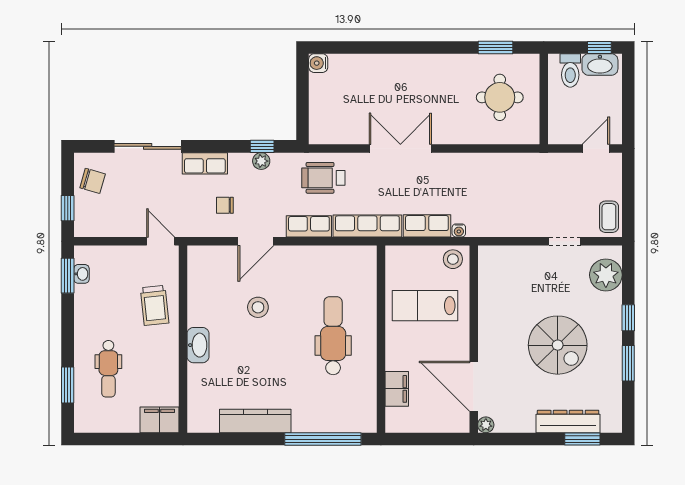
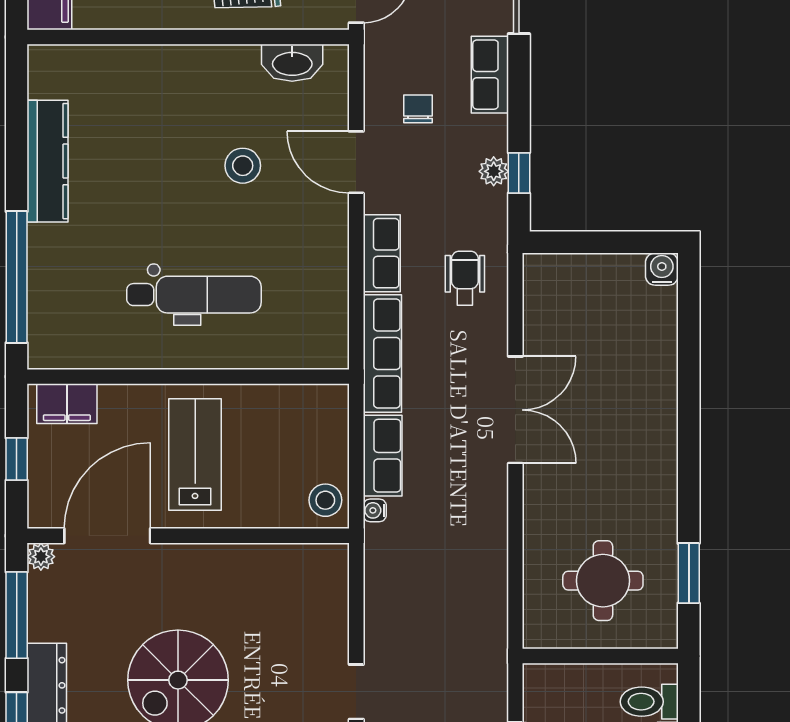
wheelchair: (323, 178) -> (465, 278), width x0.73, depth x0.73
lab bench: (425, 306) -> (195, 455), moved
washbasin: (198, 345) -> (292, 63), moved
filing cabinet: (397, 389) -> (67, 404), moved
window: (429, 439) -> (17, 459), added
window: (520, 439) -> (17, 615), added

